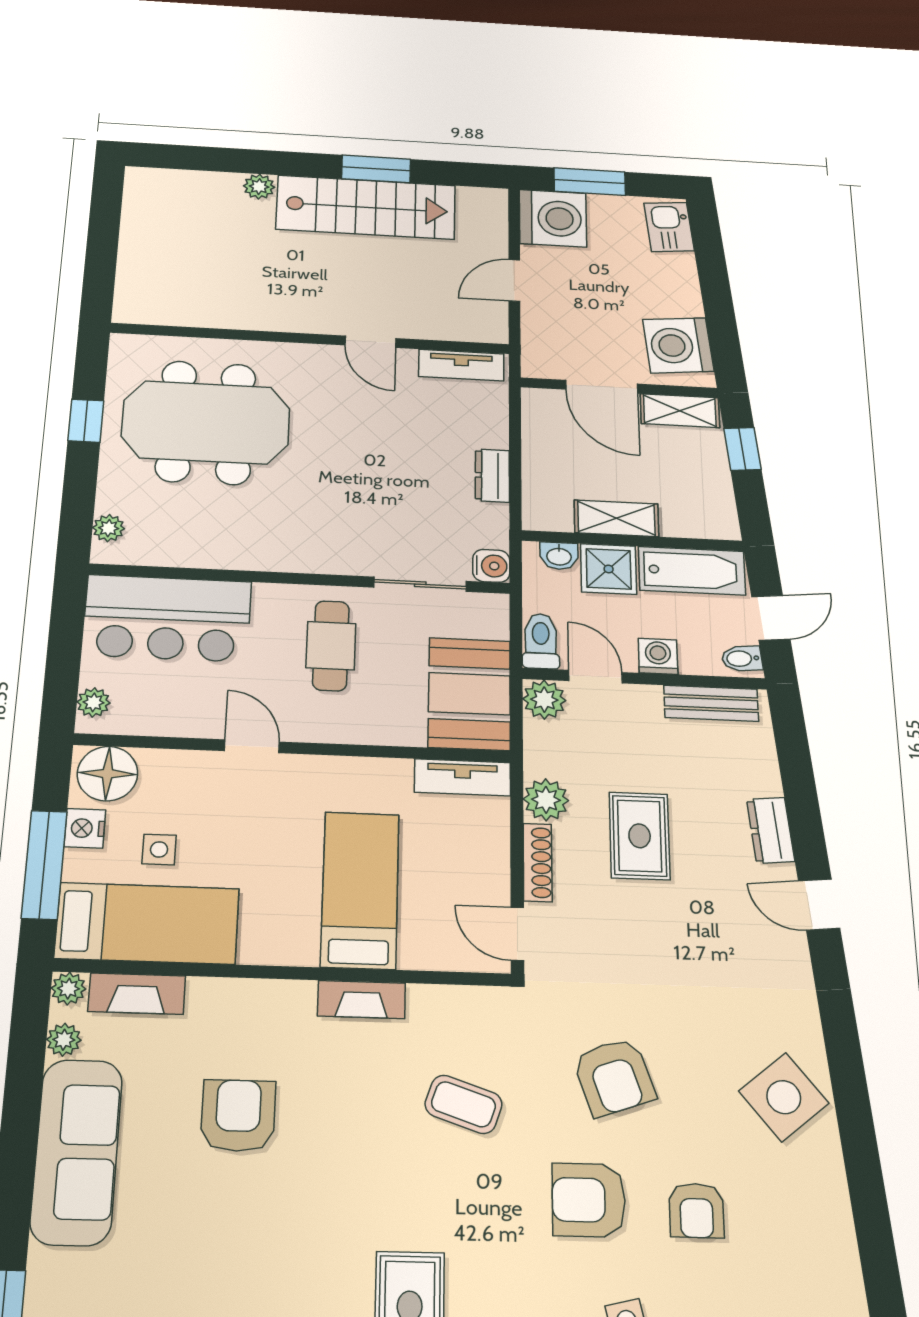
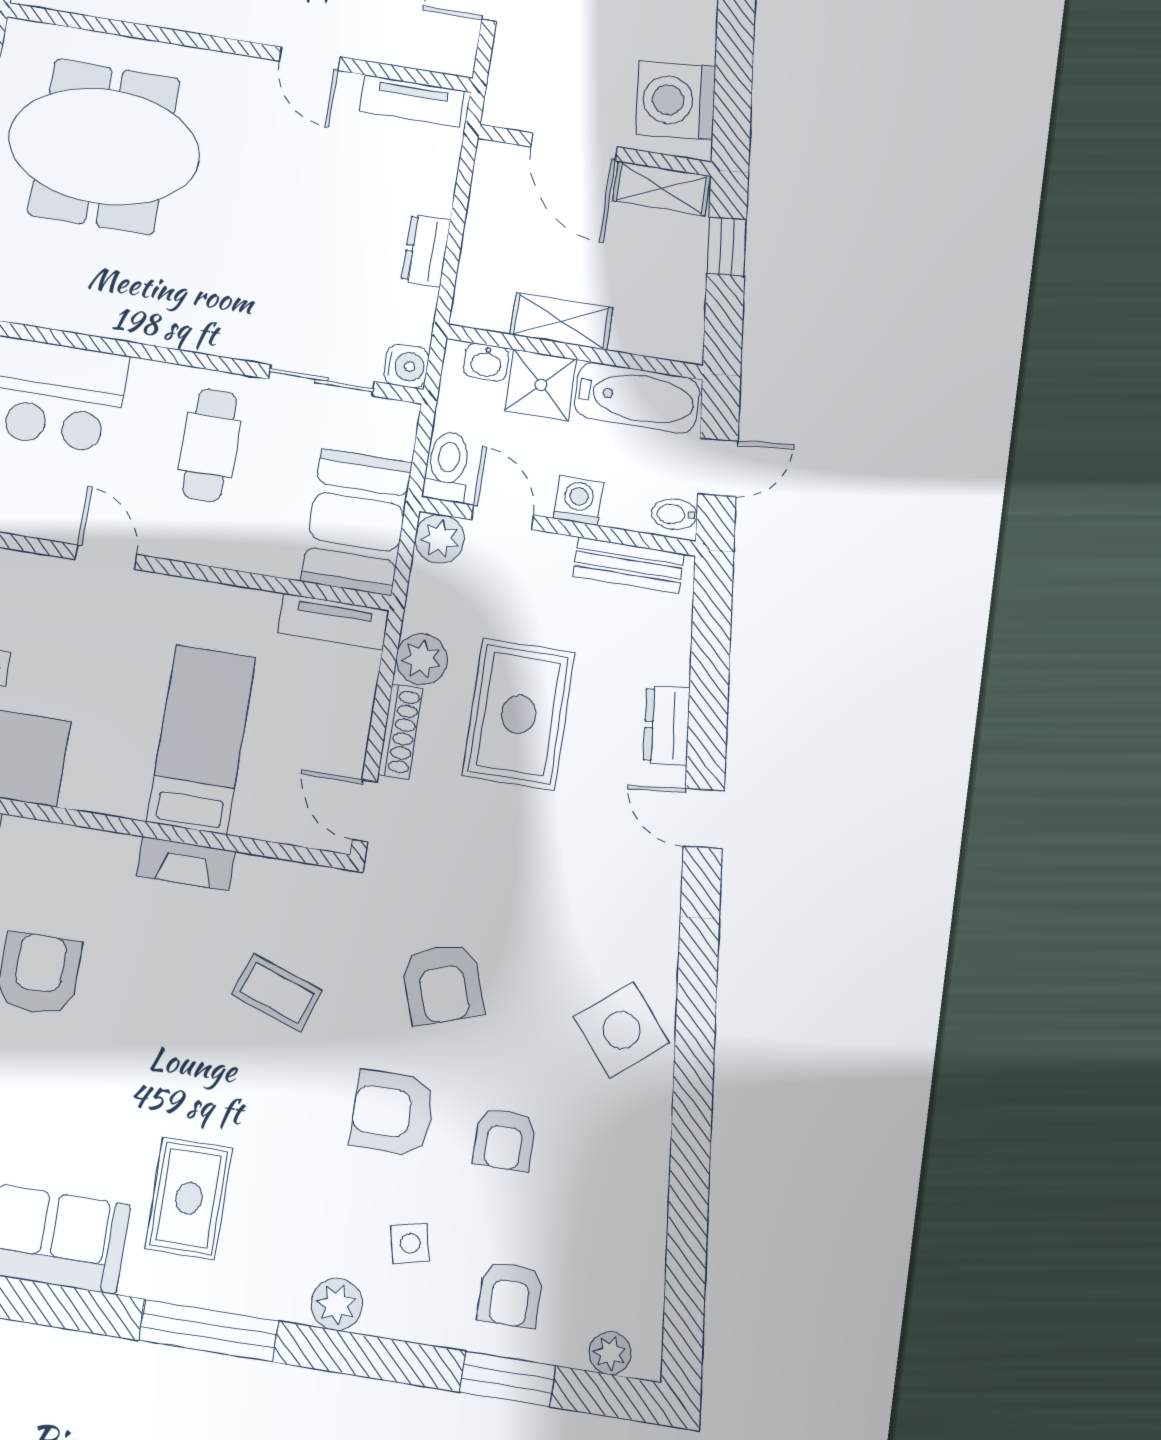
rug: (640, 836) -> (519, 714), width x1.36, depth x1.43

